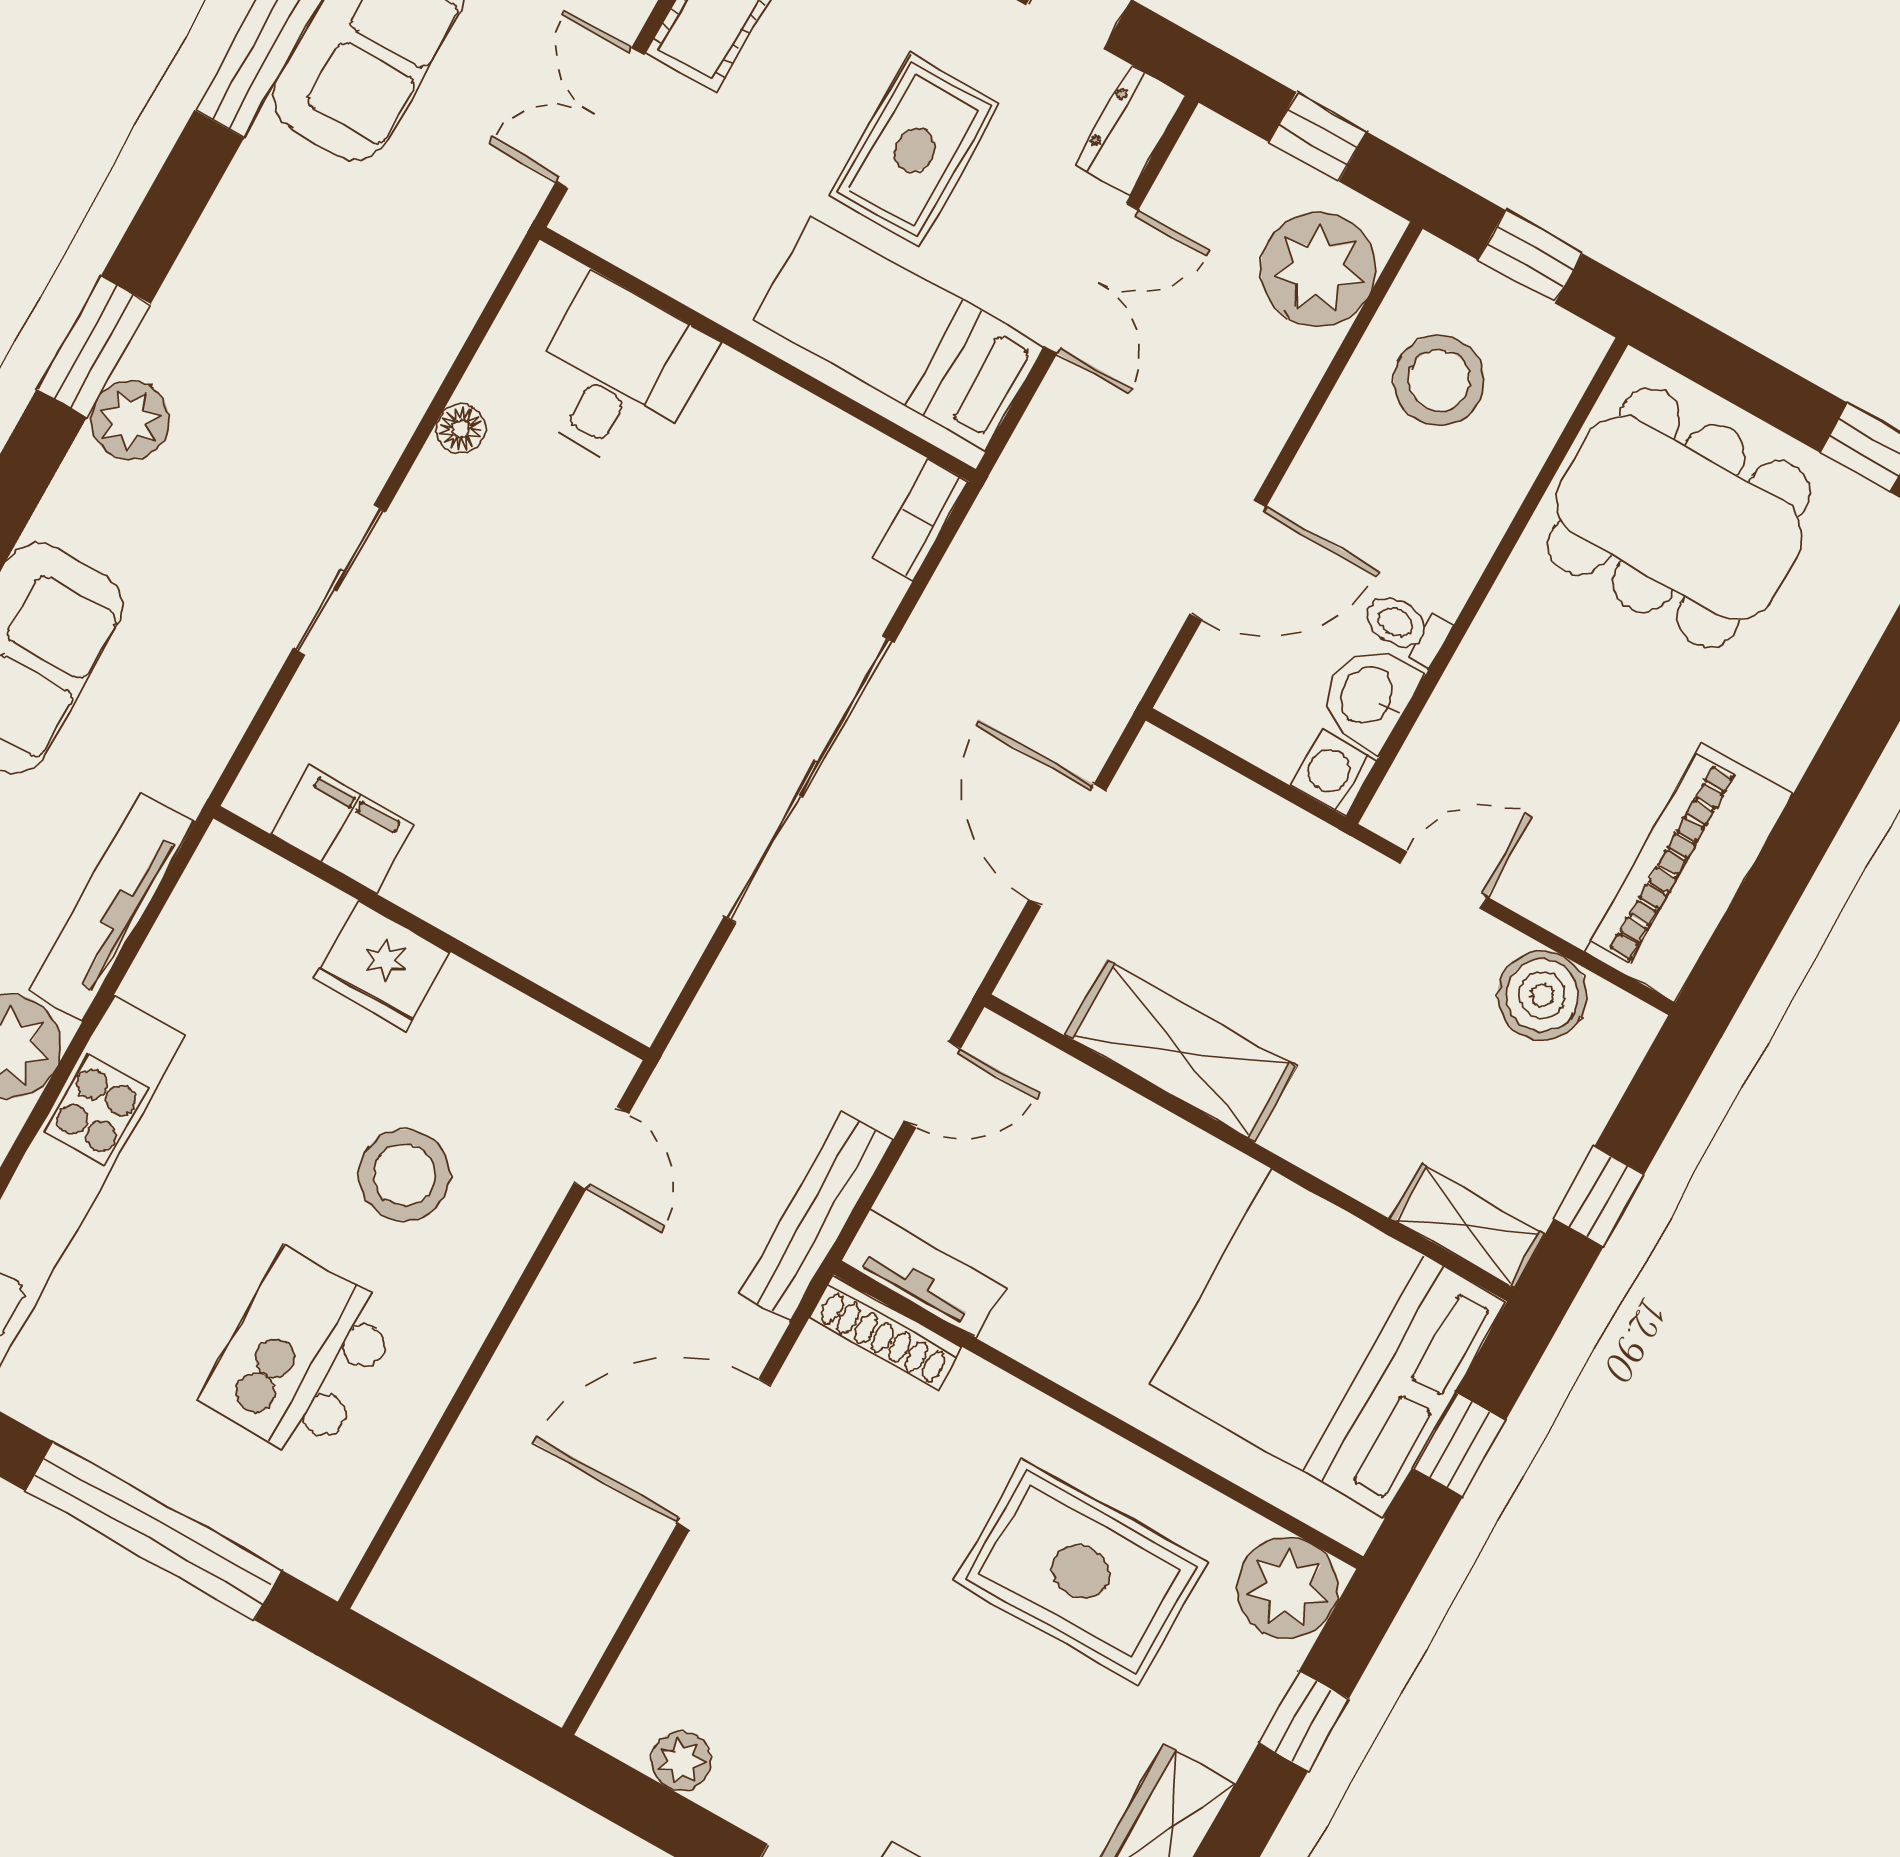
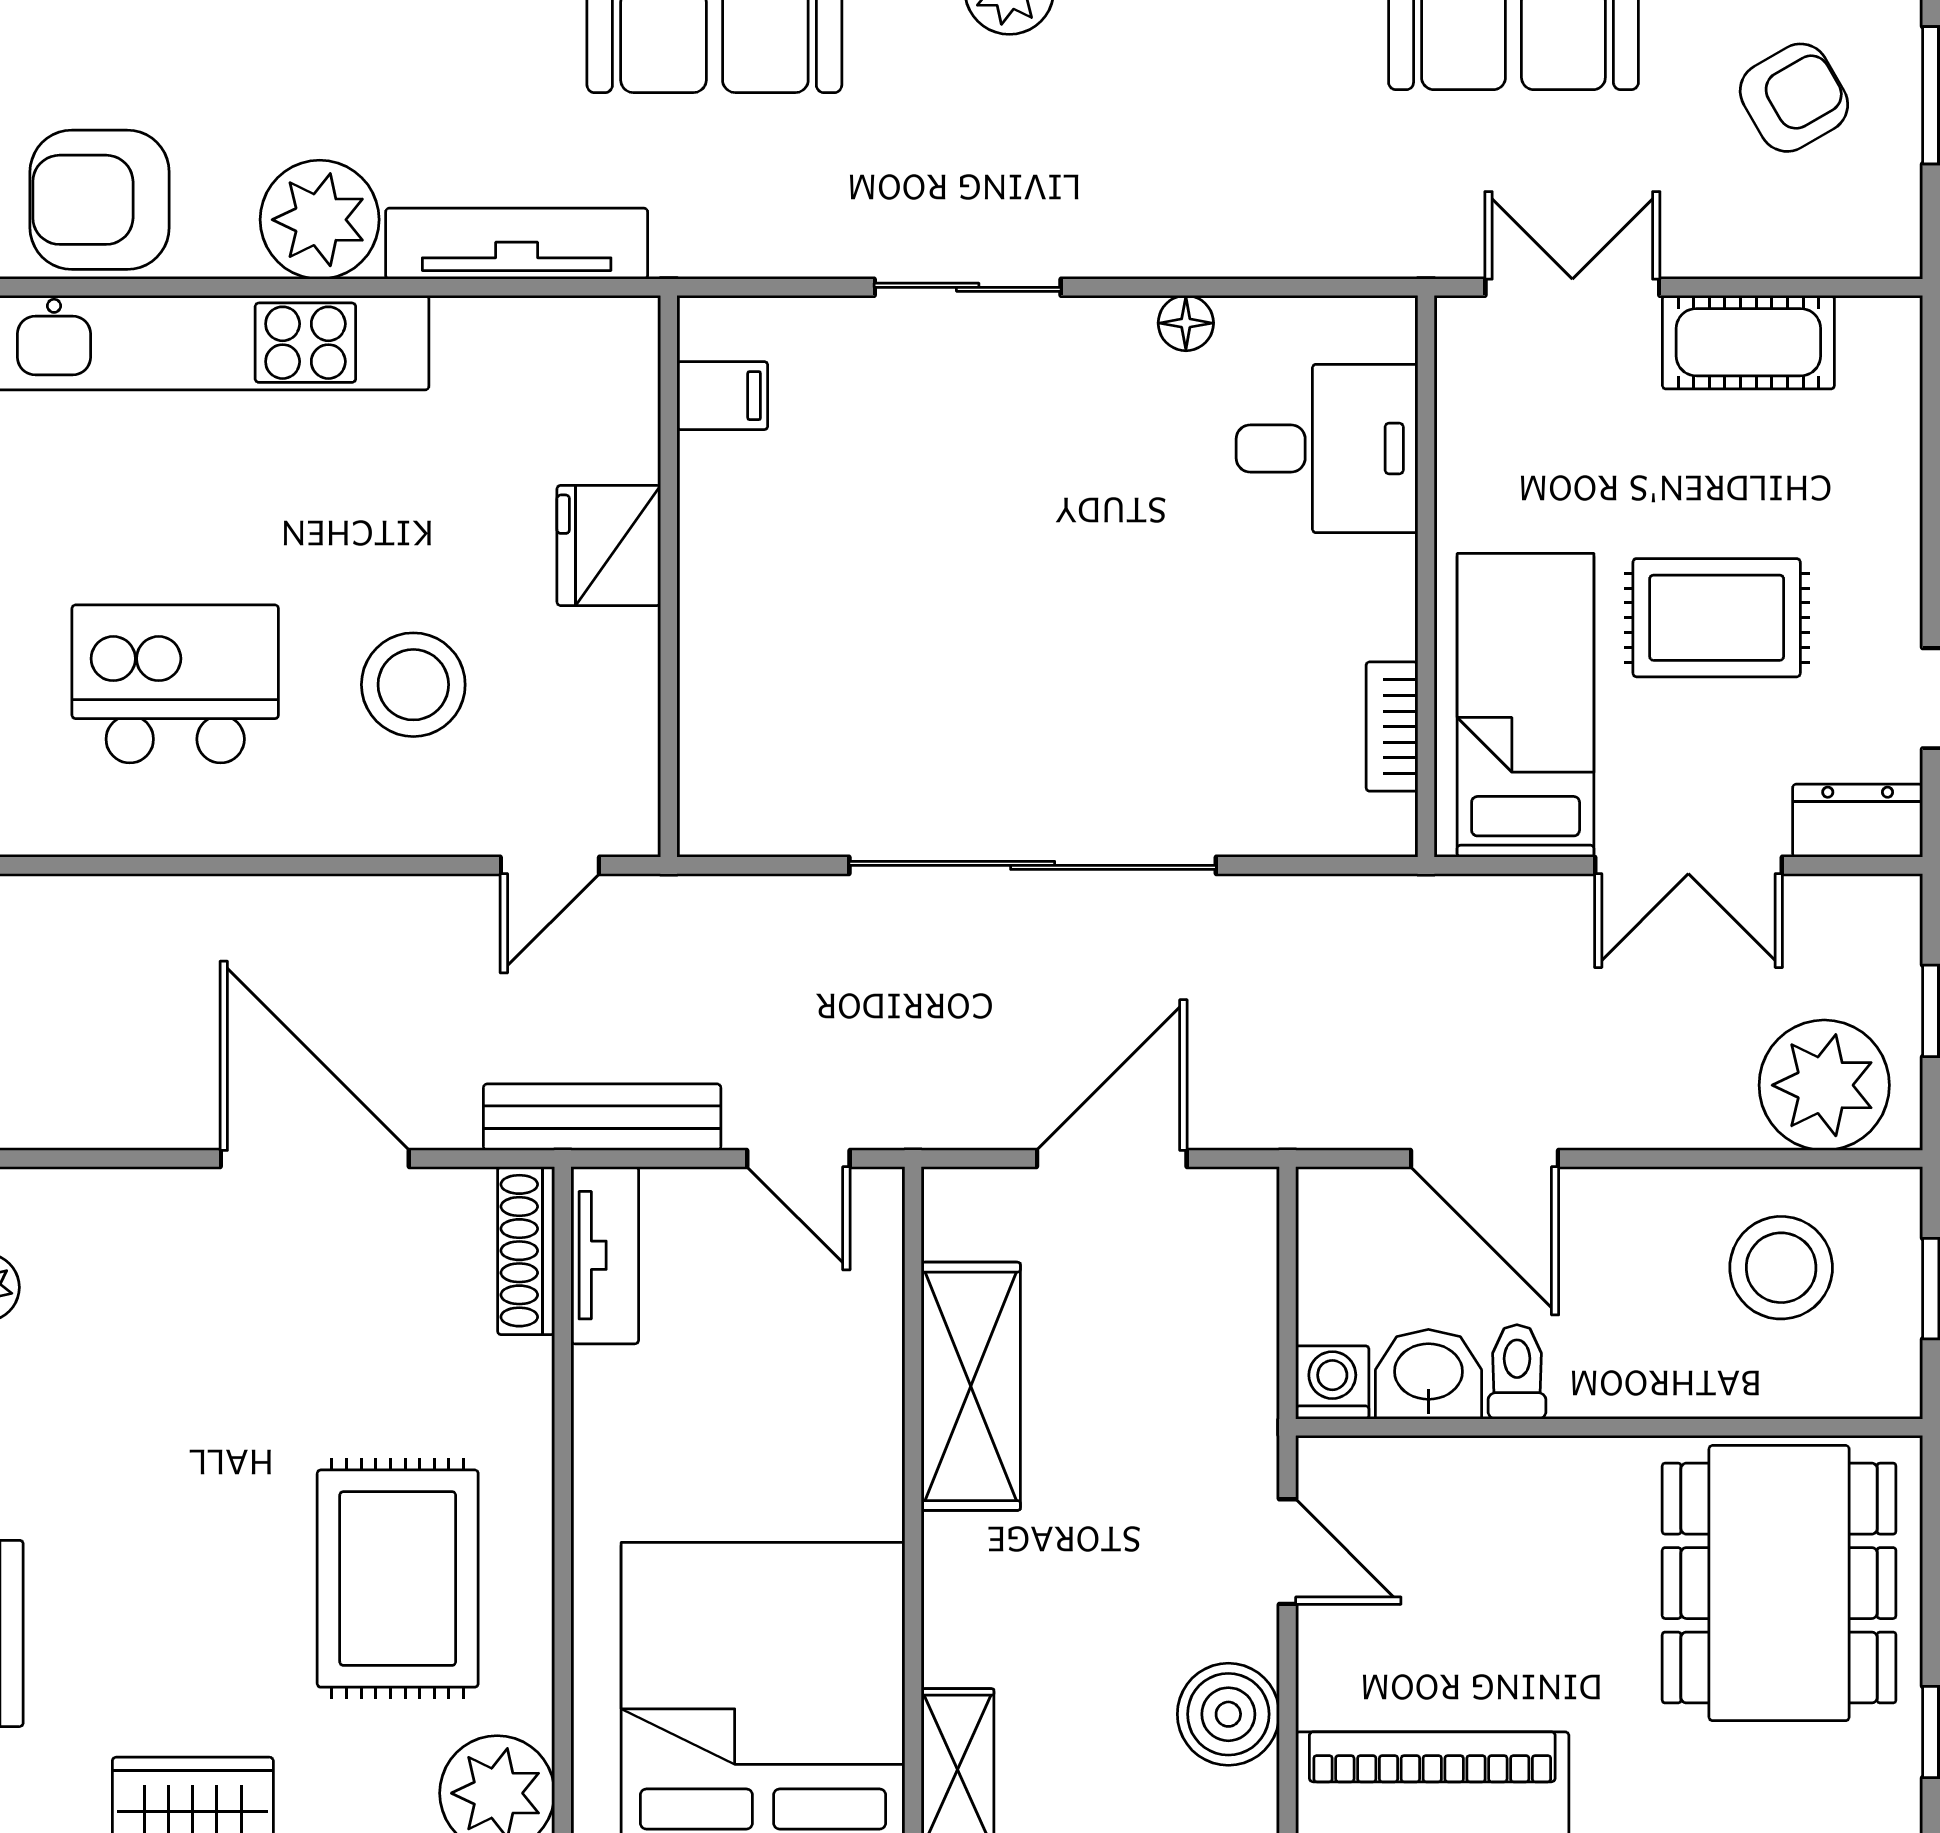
bookcase: (921, 520) -> (1392, 727), moved, turned -90
filing cabinet: (343, 829) -> (722, 396), width x0.50

